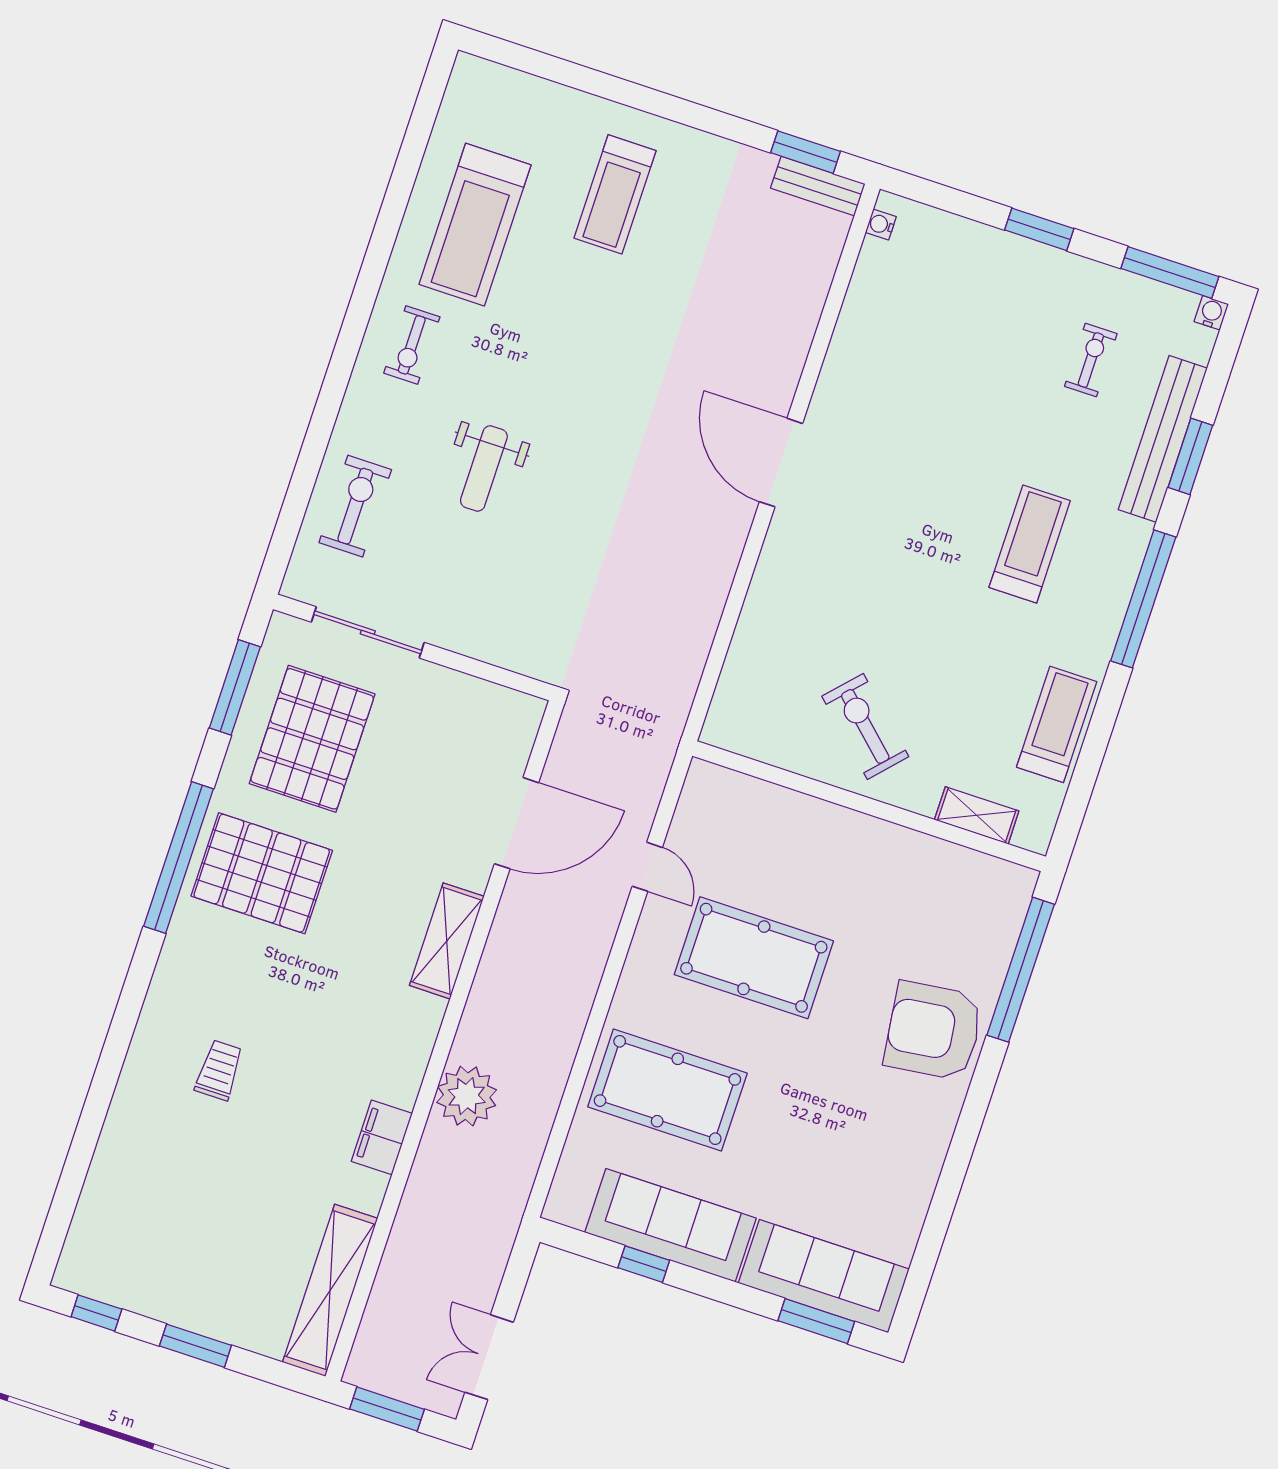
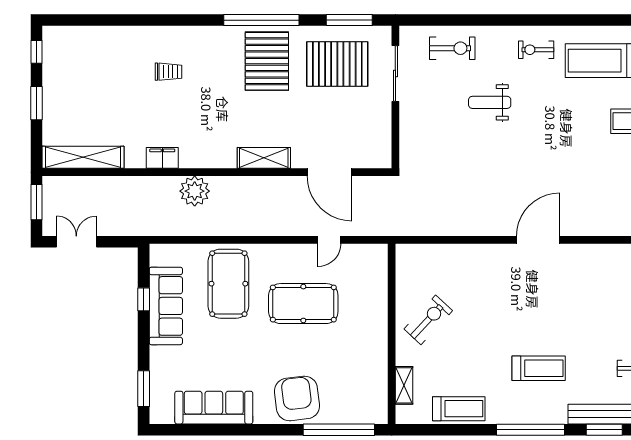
pool table: (754, 958) -> (303, 304), turned 90
sofa: (824, 1276) -> (214, 408), moved, turned -90

